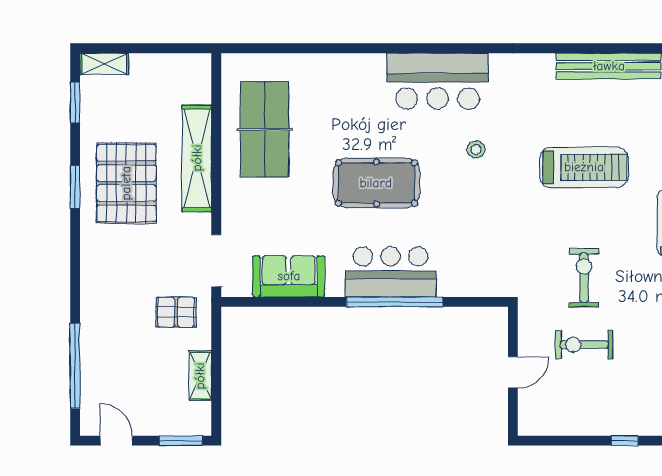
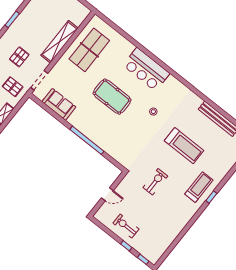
bar counter: (438, 81) -> (146, 69), moved
pallet: (126, 183) -> (19, 57), moved, width x0.49, depth x0.50
bar counter: (391, 272) -> (93, 129), removed
exercise bike: (584, 345) -> (126, 226), moved

